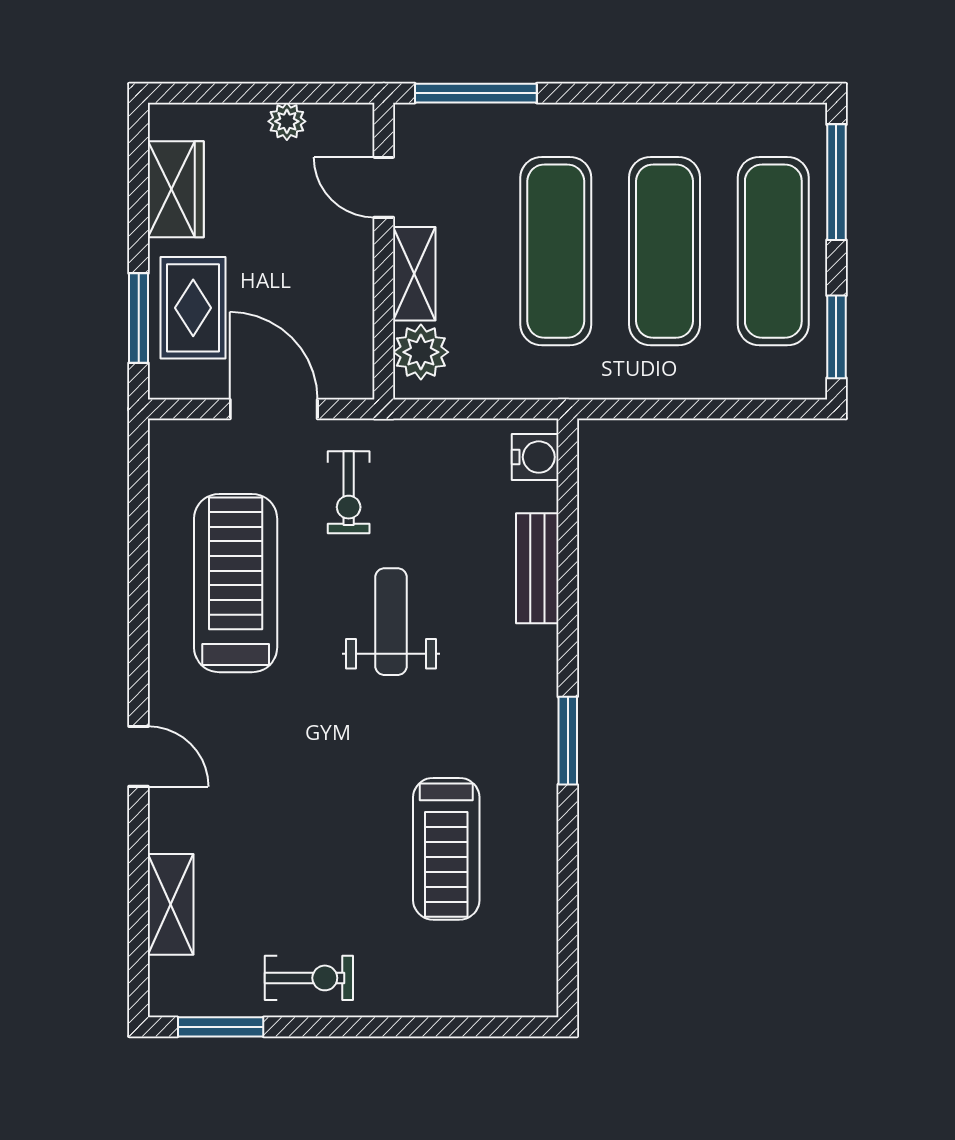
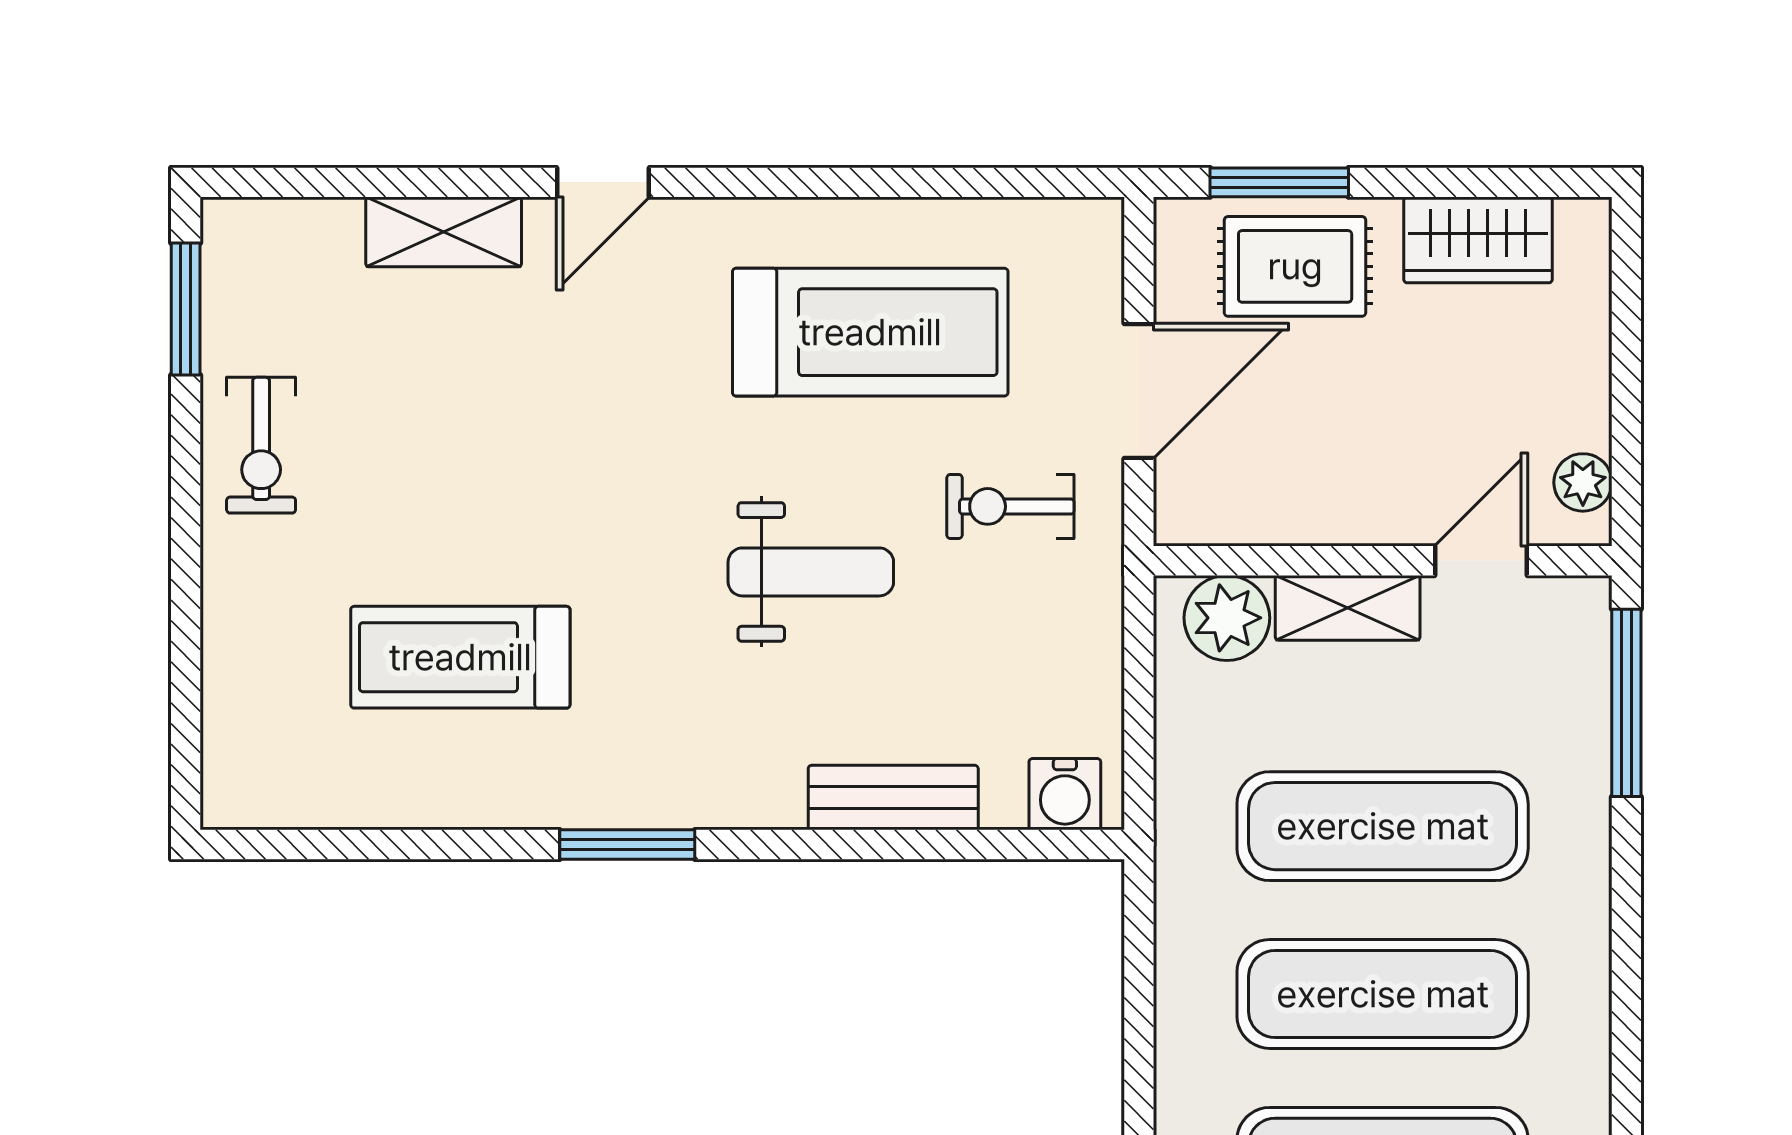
plant: (287, 121) -> (1583, 482), moved
shelving: (171, 904) -> (444, 232), moved

